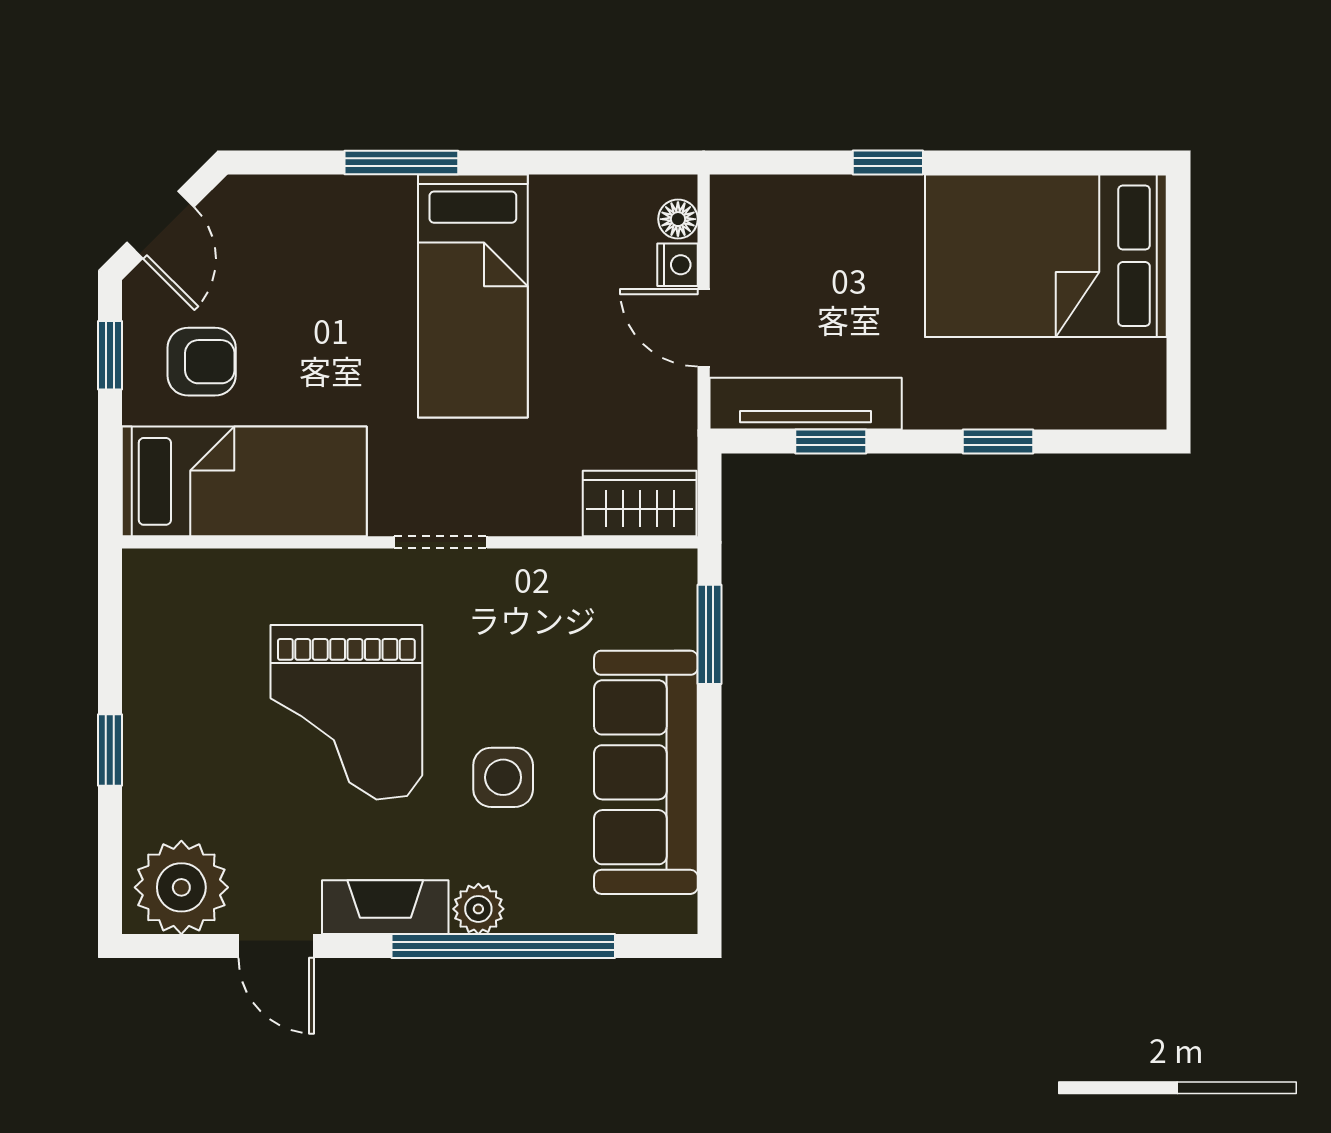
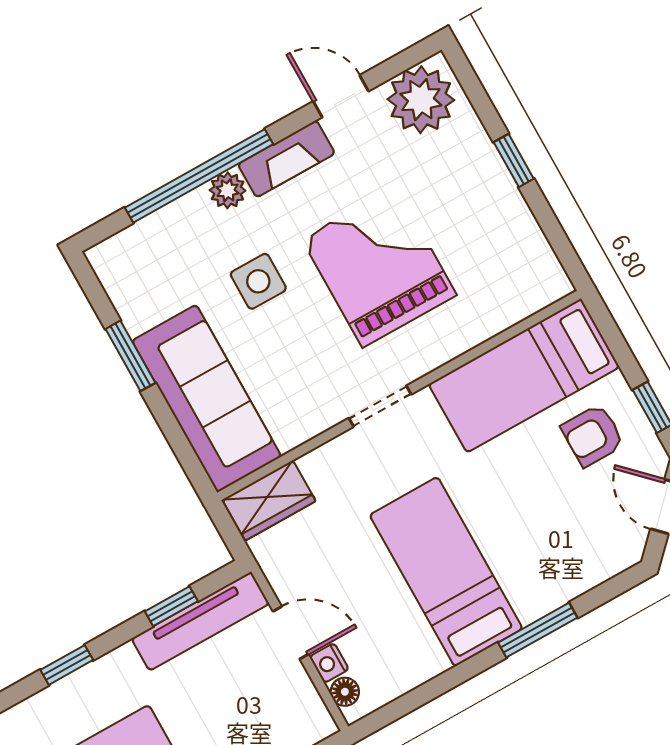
window: (710, 634) -> (130, 356), moved
sofa: (646, 772) -> (207, 399), moved

